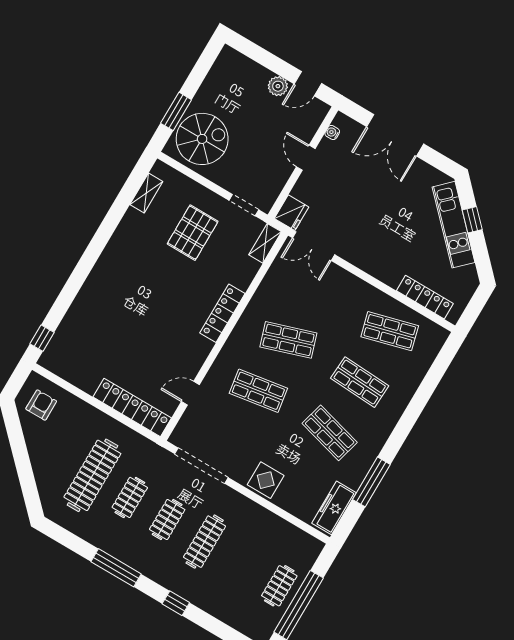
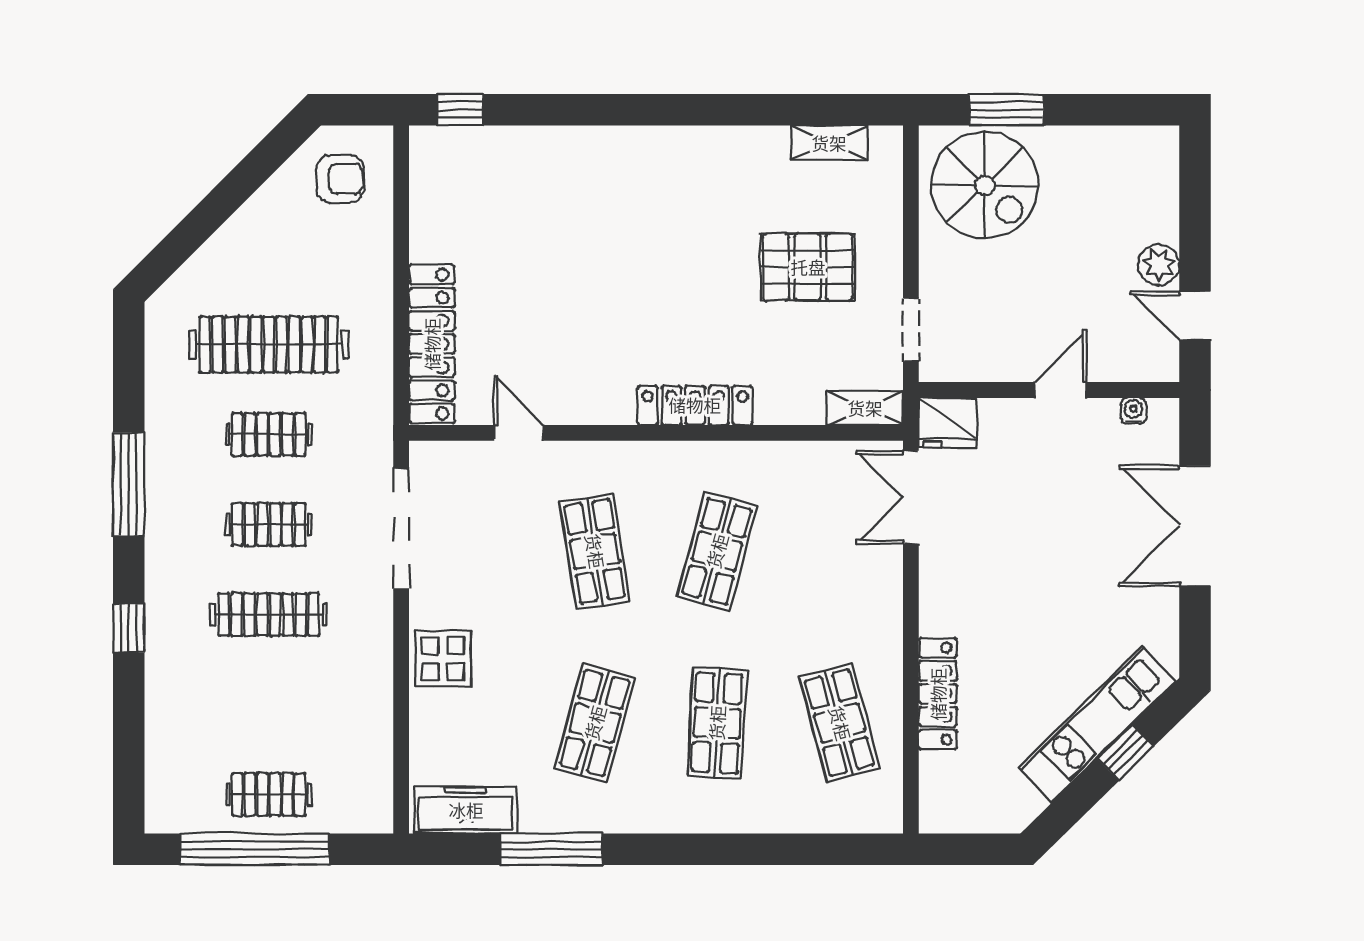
locker: (425, 297) -> (938, 694), moved
shop shelf: (288, 340) -> (717, 551), turned 33

